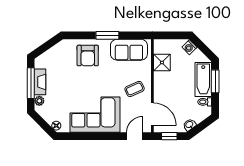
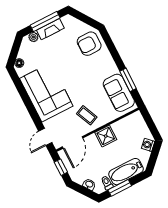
window: (107, 35) -> (128, 80), moved
armchair: (88, 56) -> (89, 44), moved
shower: (162, 63) -> (106, 136), moved
window: (215, 81) -> (120, 188), moved
washbasin: (189, 125) -> (89, 184), moved
door: (135, 136) -> (45, 137), swing flipped

